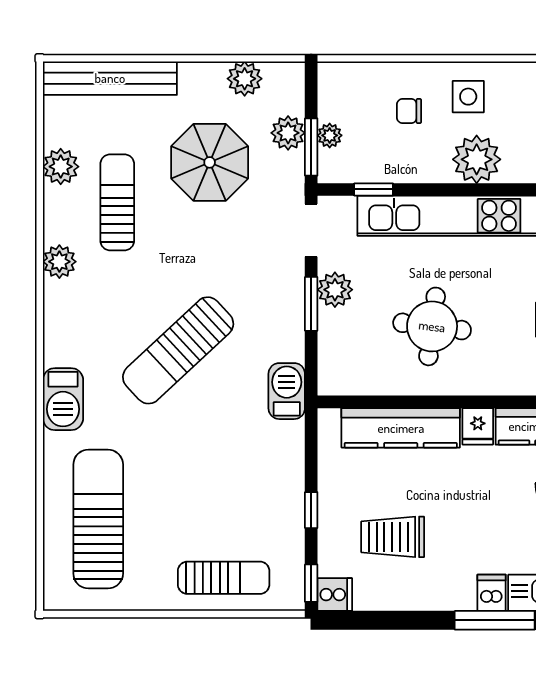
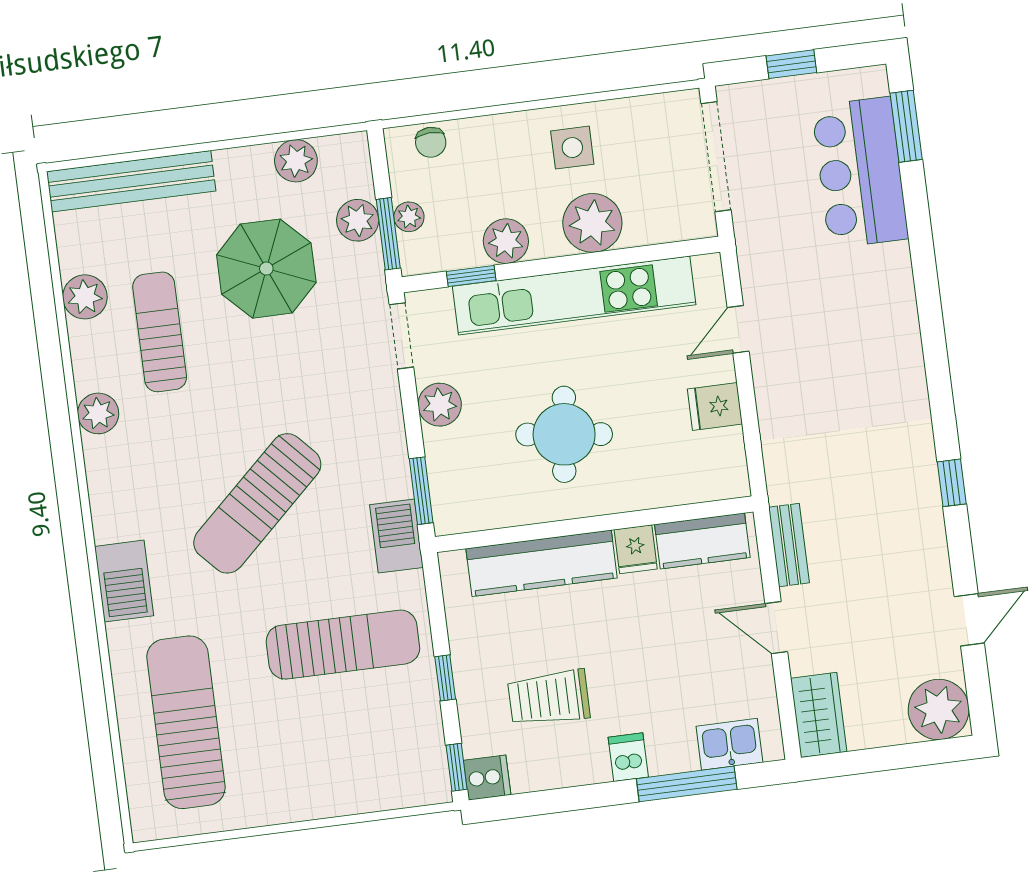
chair: (409, 111) -> (431, 142), moved, turned -92
plant: (405, 165) -> (506, 241), added
window: (311, 304) -> (421, 491), moved
sun lounger: (224, 578) -> (343, 645), moved, width x1.36, depth x1.34
dishwasher: (492, 593) -> (628, 757), moved

